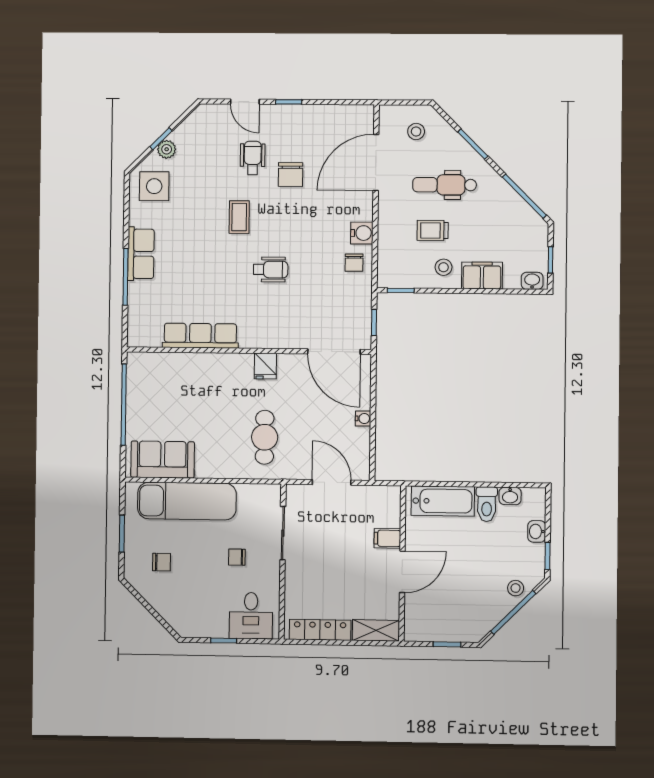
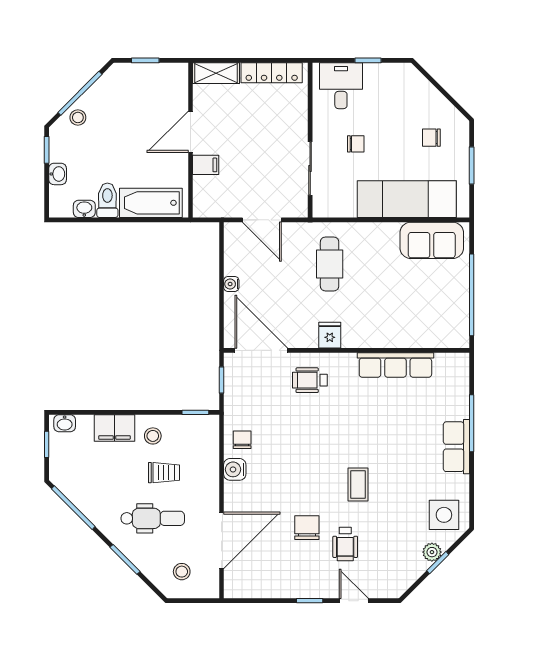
wheelchair: (271, 269) -> (310, 380), moved

